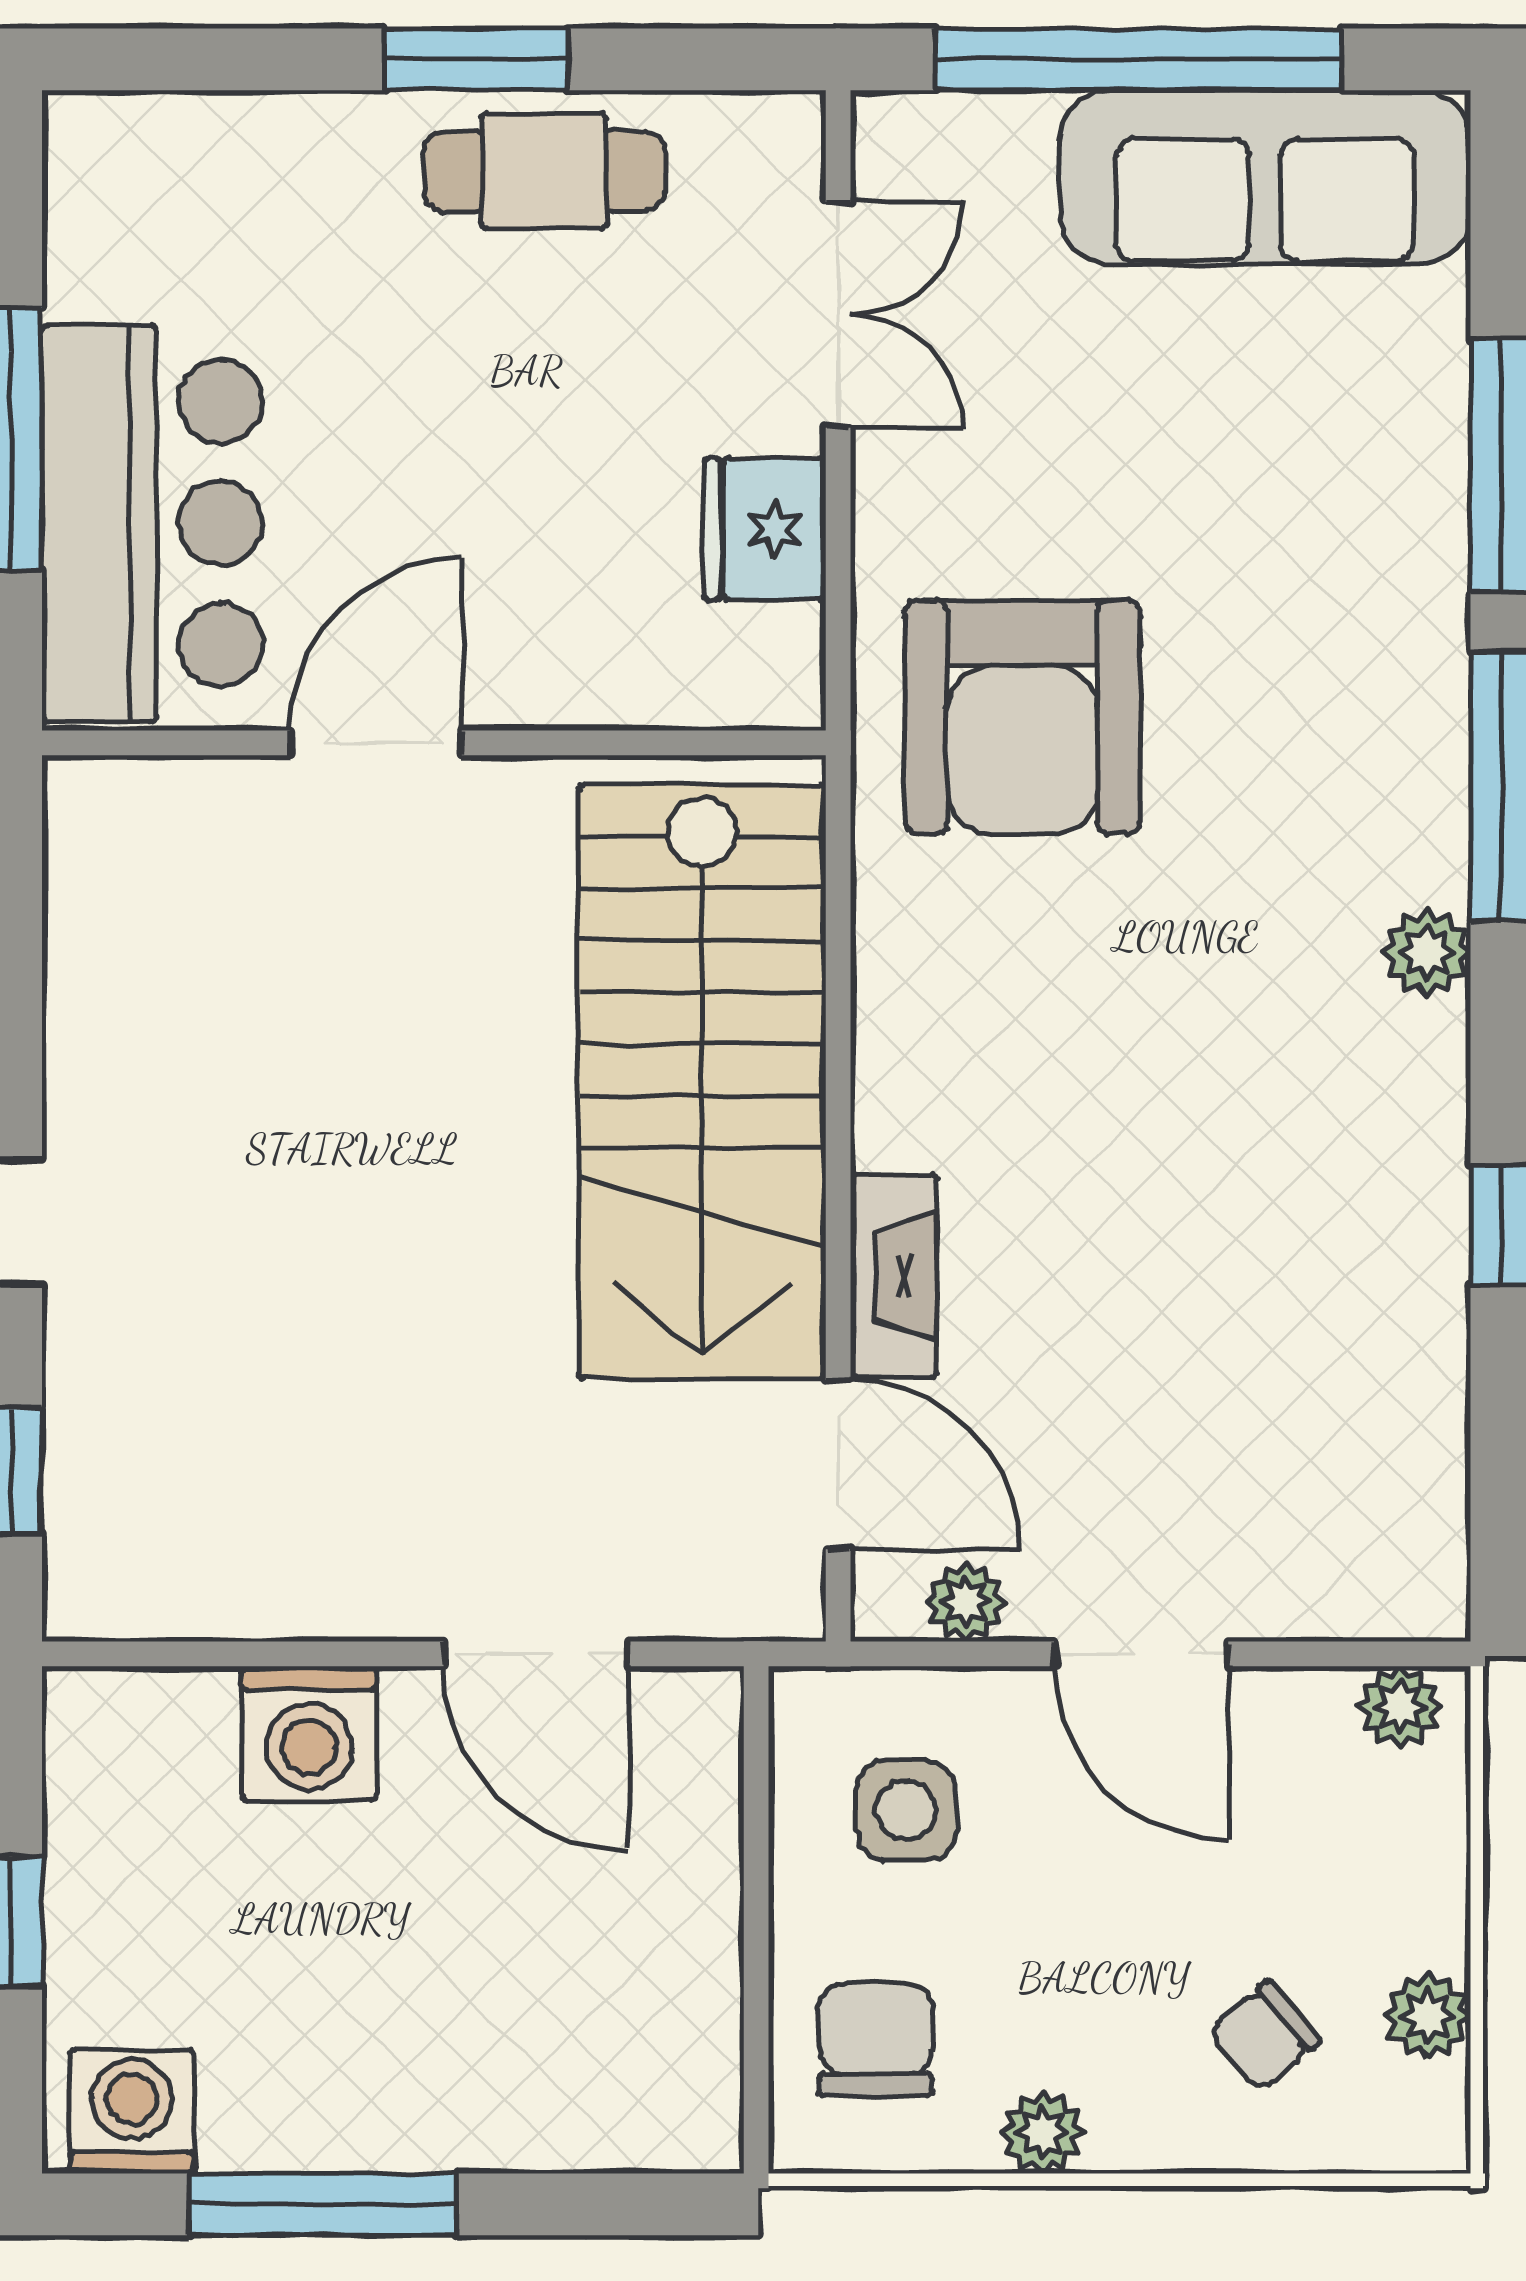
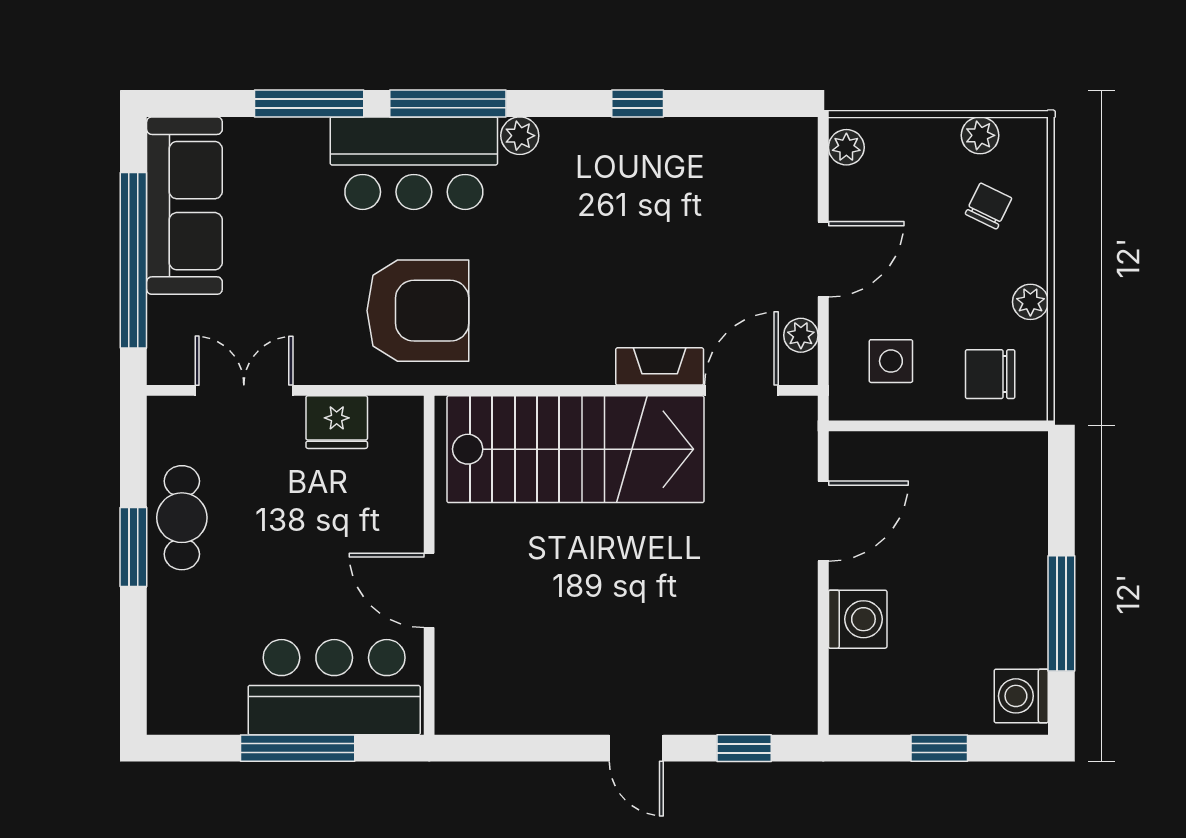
bar counter: (1363, 708) -> (414, 163), added
chair: (1264, 2036) -> (988, 206), turned -114

